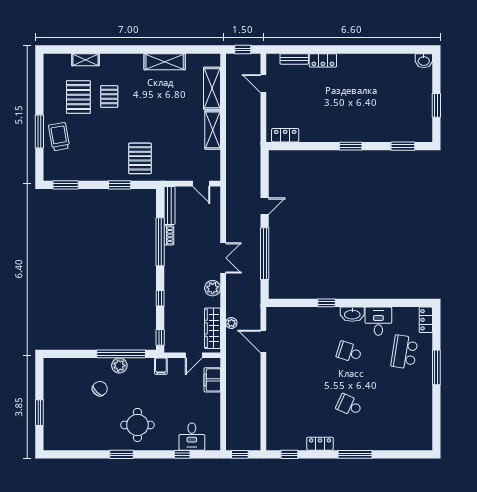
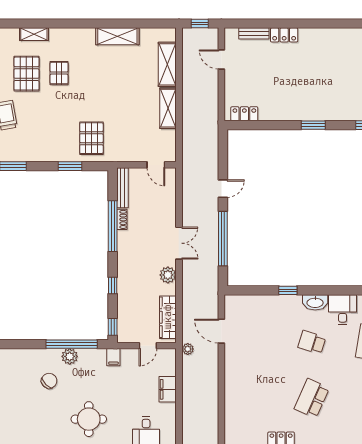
plant: (231, 323) -> (188, 349), moved
filing cabinet: (212, 380) -> (168, 389), moved
school desk: (349, 405) -> (312, 398), width x1.85

